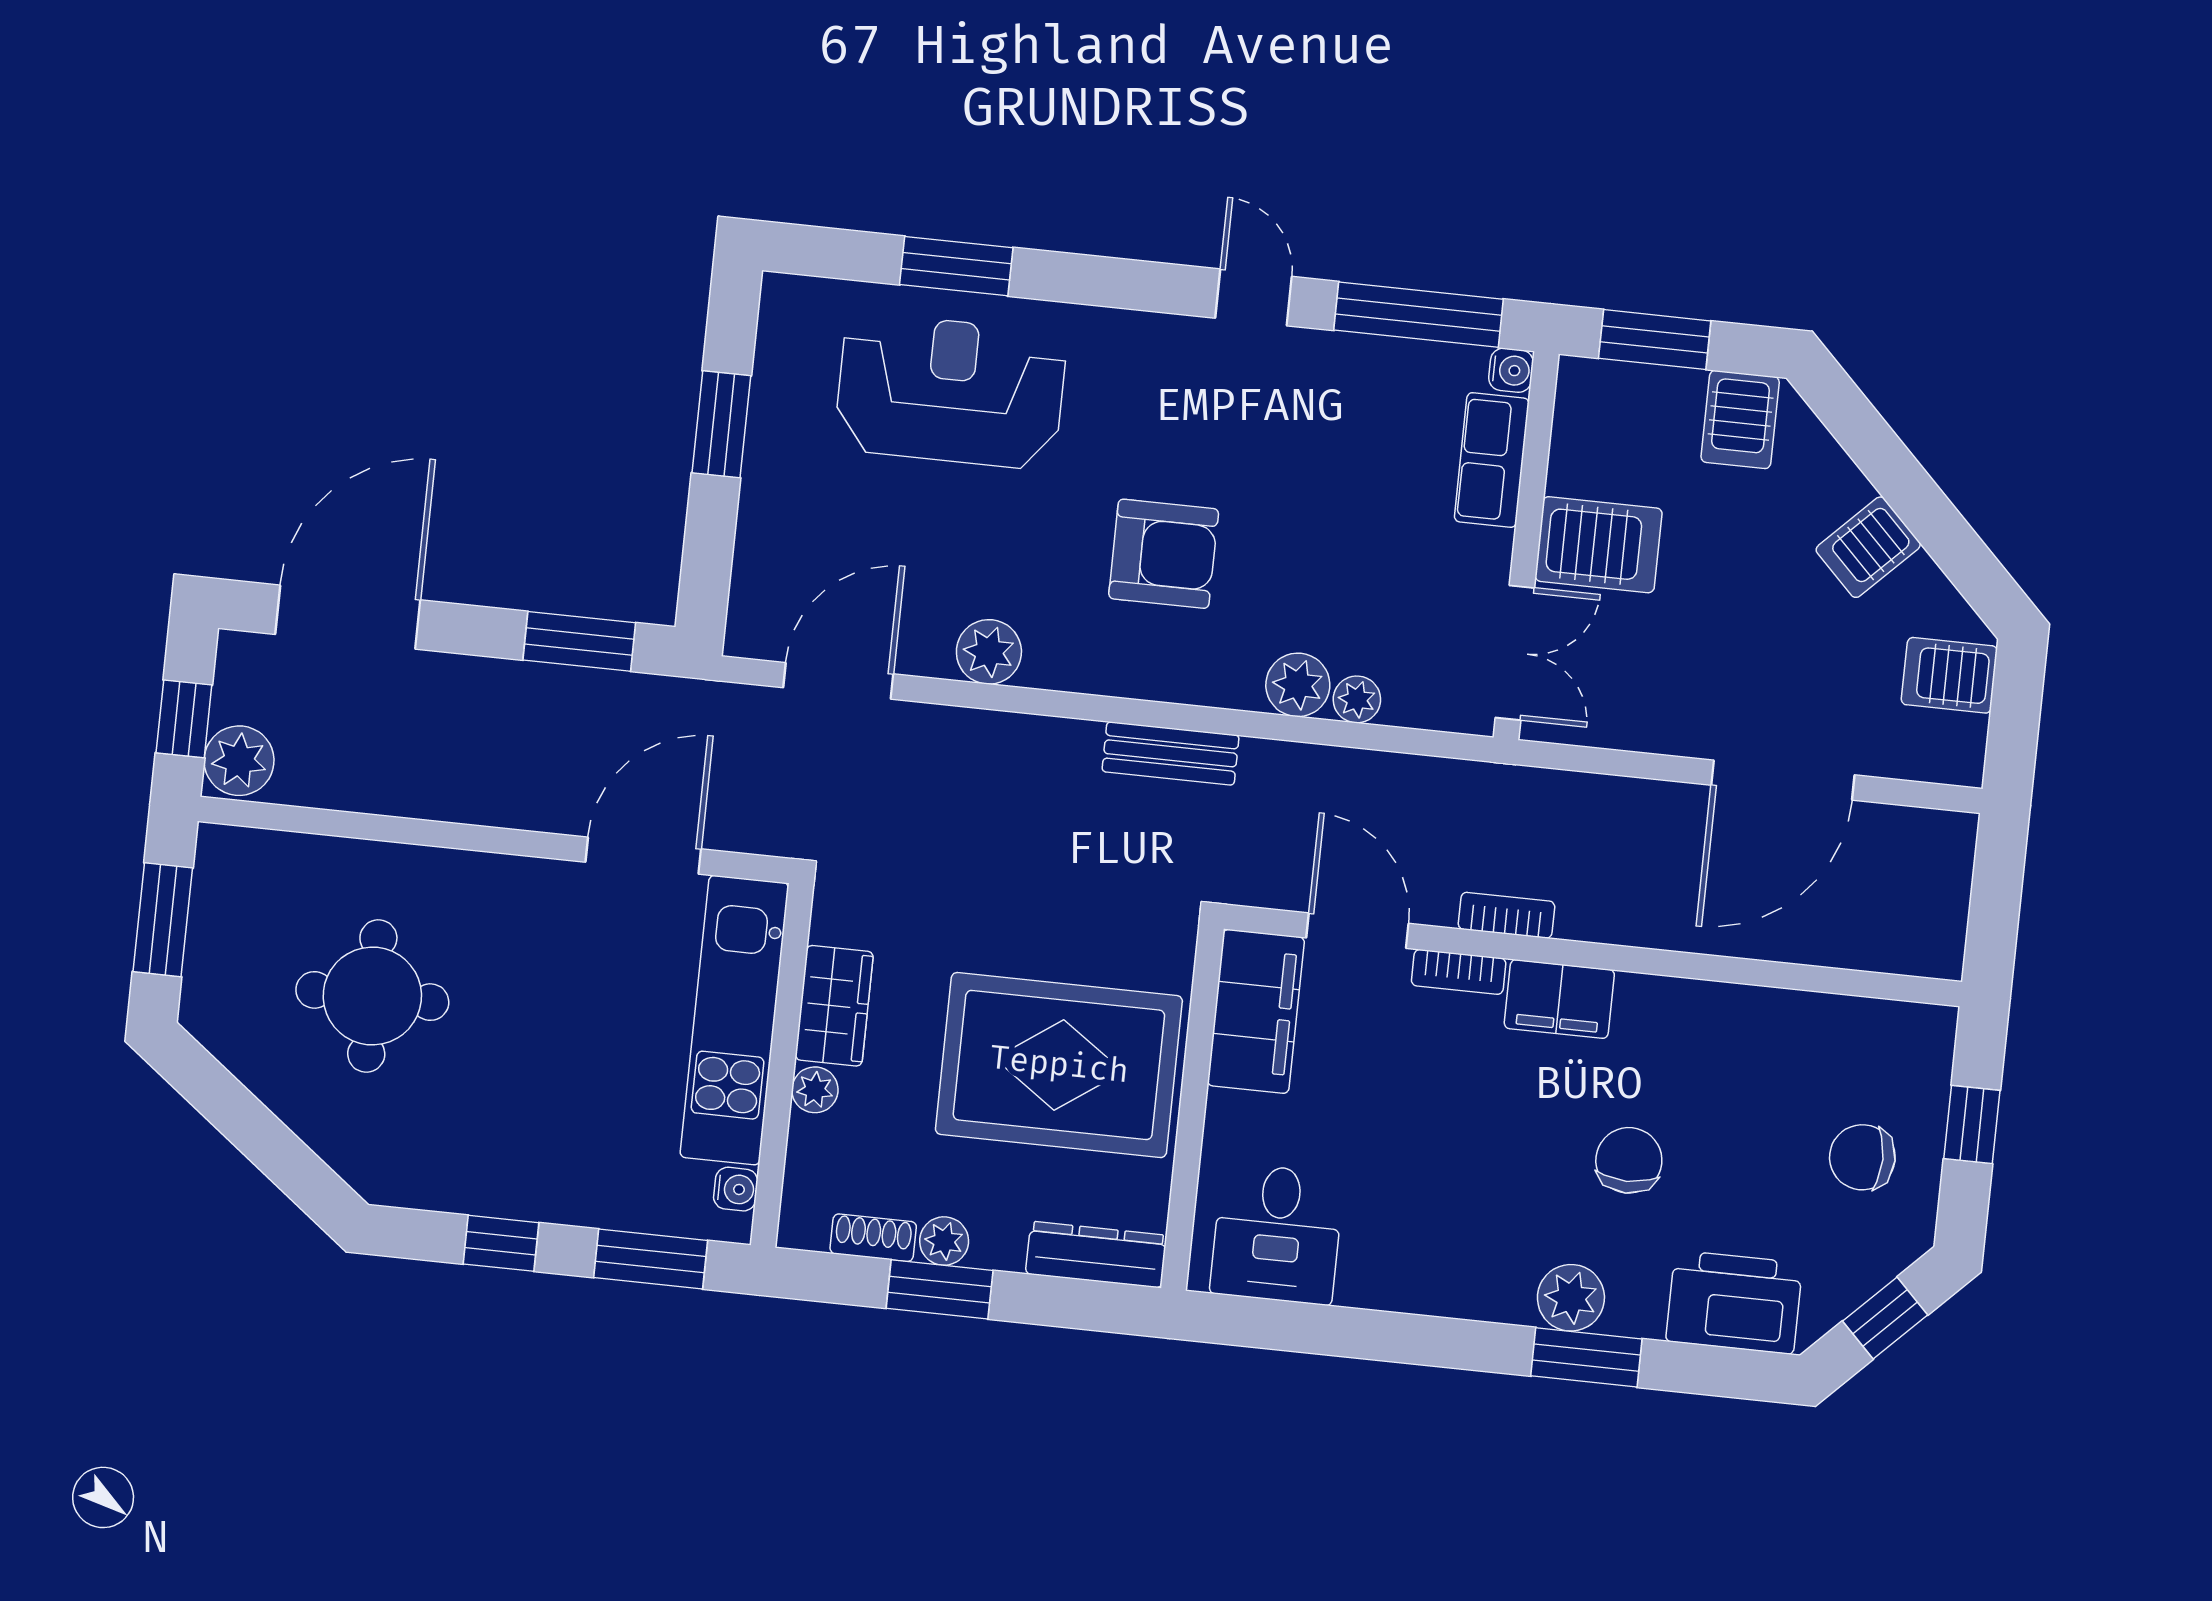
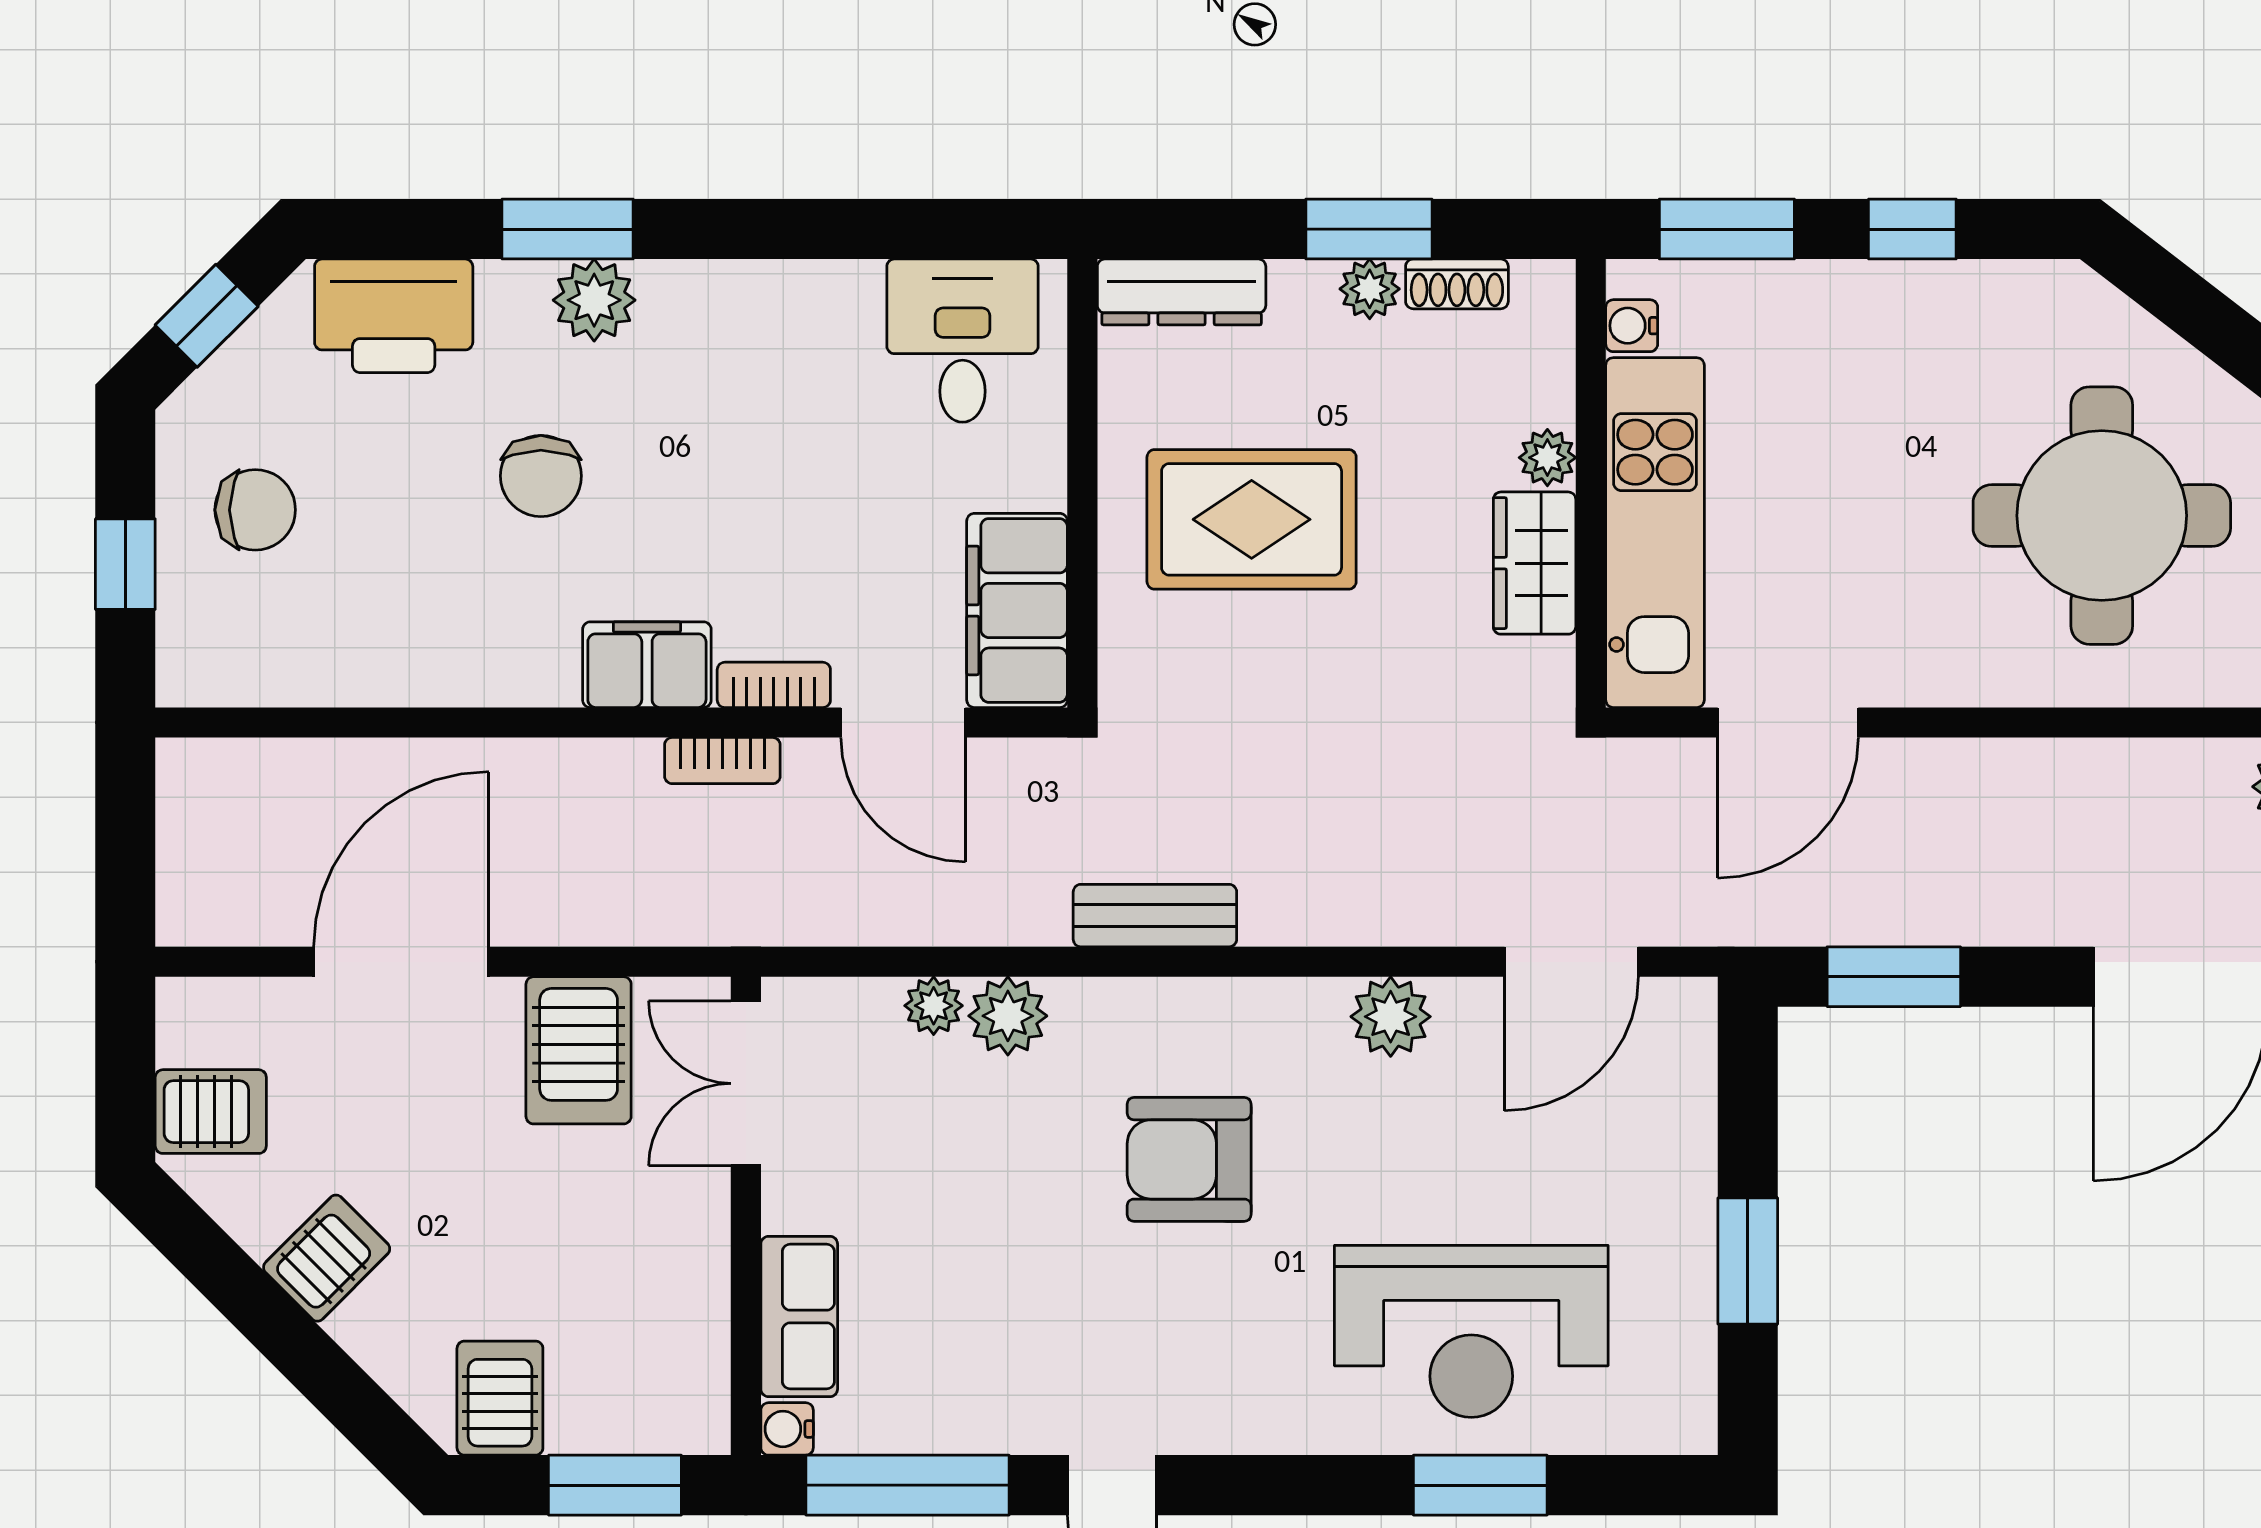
server rack: (1599, 545) -> (579, 1050), moved, turned -90
round table: (372, 996) -> (2102, 516), width x1.36, depth x1.36
rug: (1059, 1065) -> (1252, 519), width x0.73, depth x0.69

